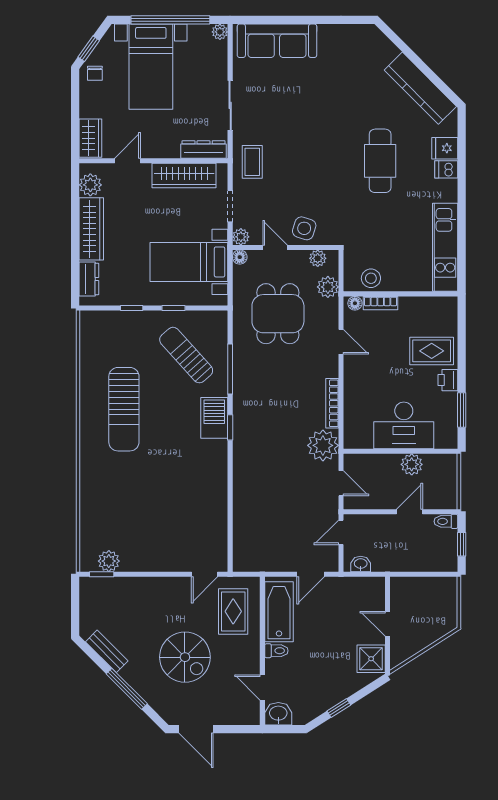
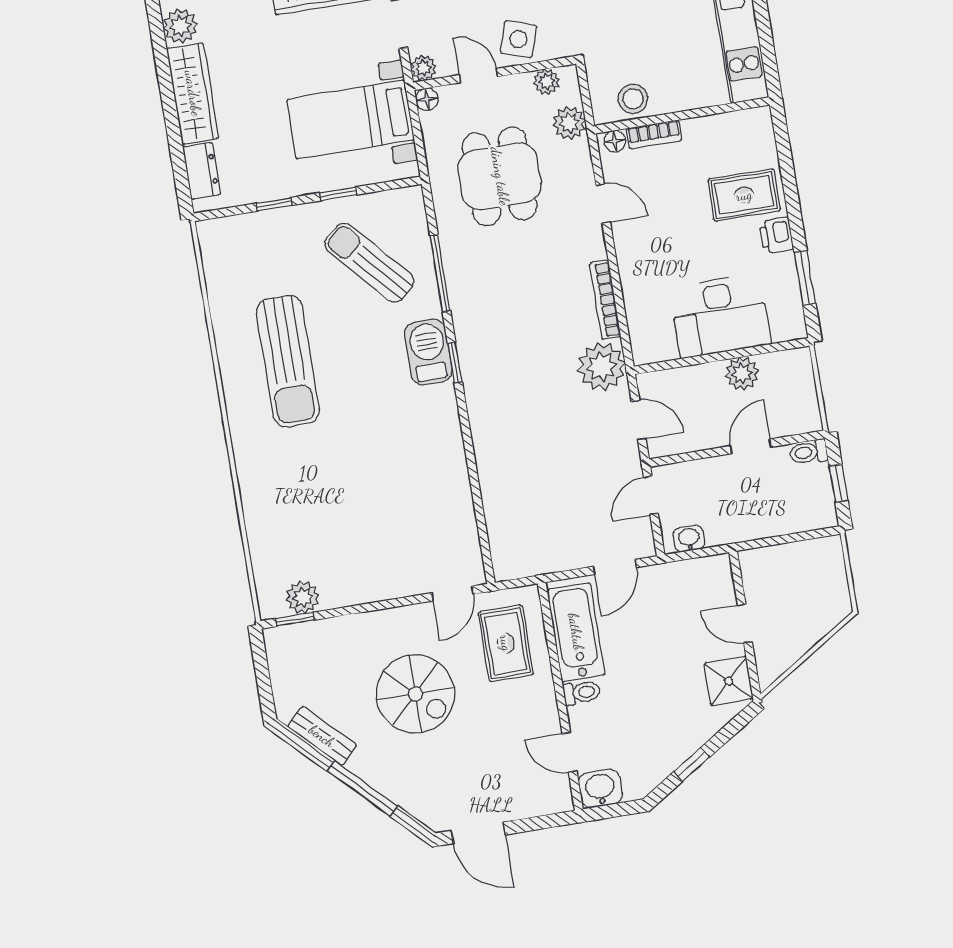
spiral stairs: (185, 657) -> (415, 694), moved

